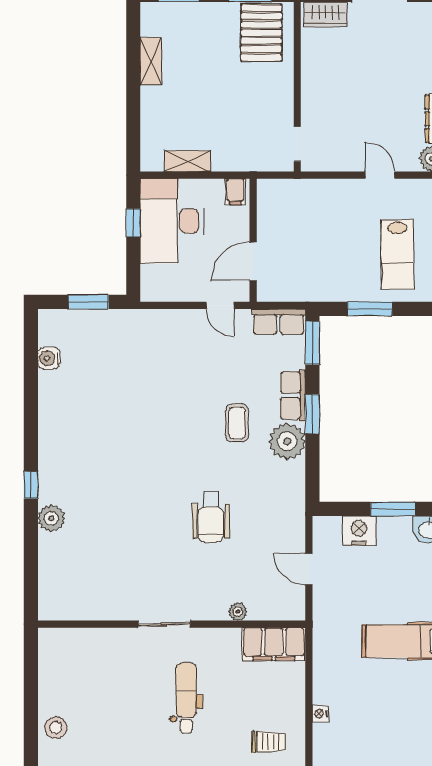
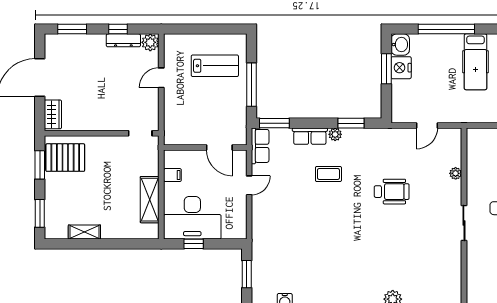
shelving: (187, 161) -> (150, 200), width x1.50, depth x1.33
wall: (253, 240) -> (205, 147), moved
door: (253, 261) -> (219, 147), moved
window: (370, 309) -> (251, 85), width x1.44
window: (312, 414) -> (351, 123), moved
plant: (287, 441) -> (335, 134), width x0.53, depth x0.53
nightstand: (359, 531) -> (401, 68), moved
filing cabinet: (274, 644) -> (477, 149), removed

